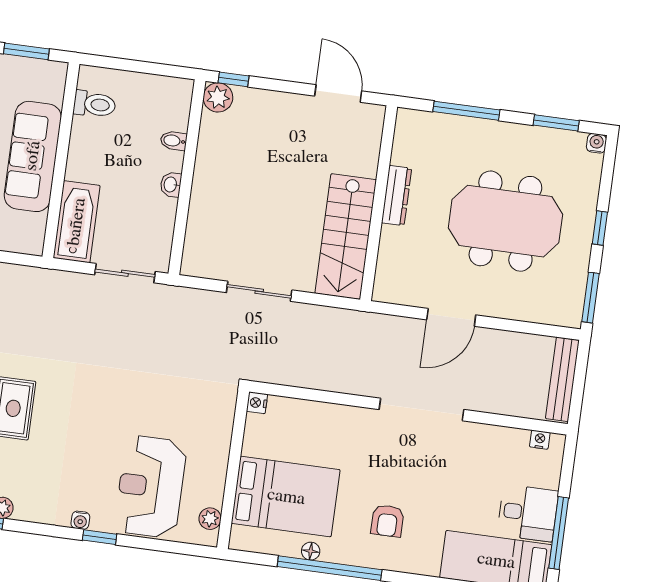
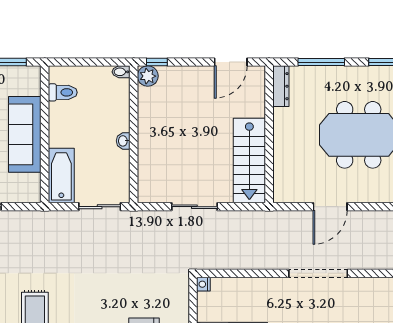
door: (338, 93) -> (231, 62), swing flipped
bidet: (174, 141) -> (121, 72), moved
dresser: (397, 195) -> (281, 86), moved

